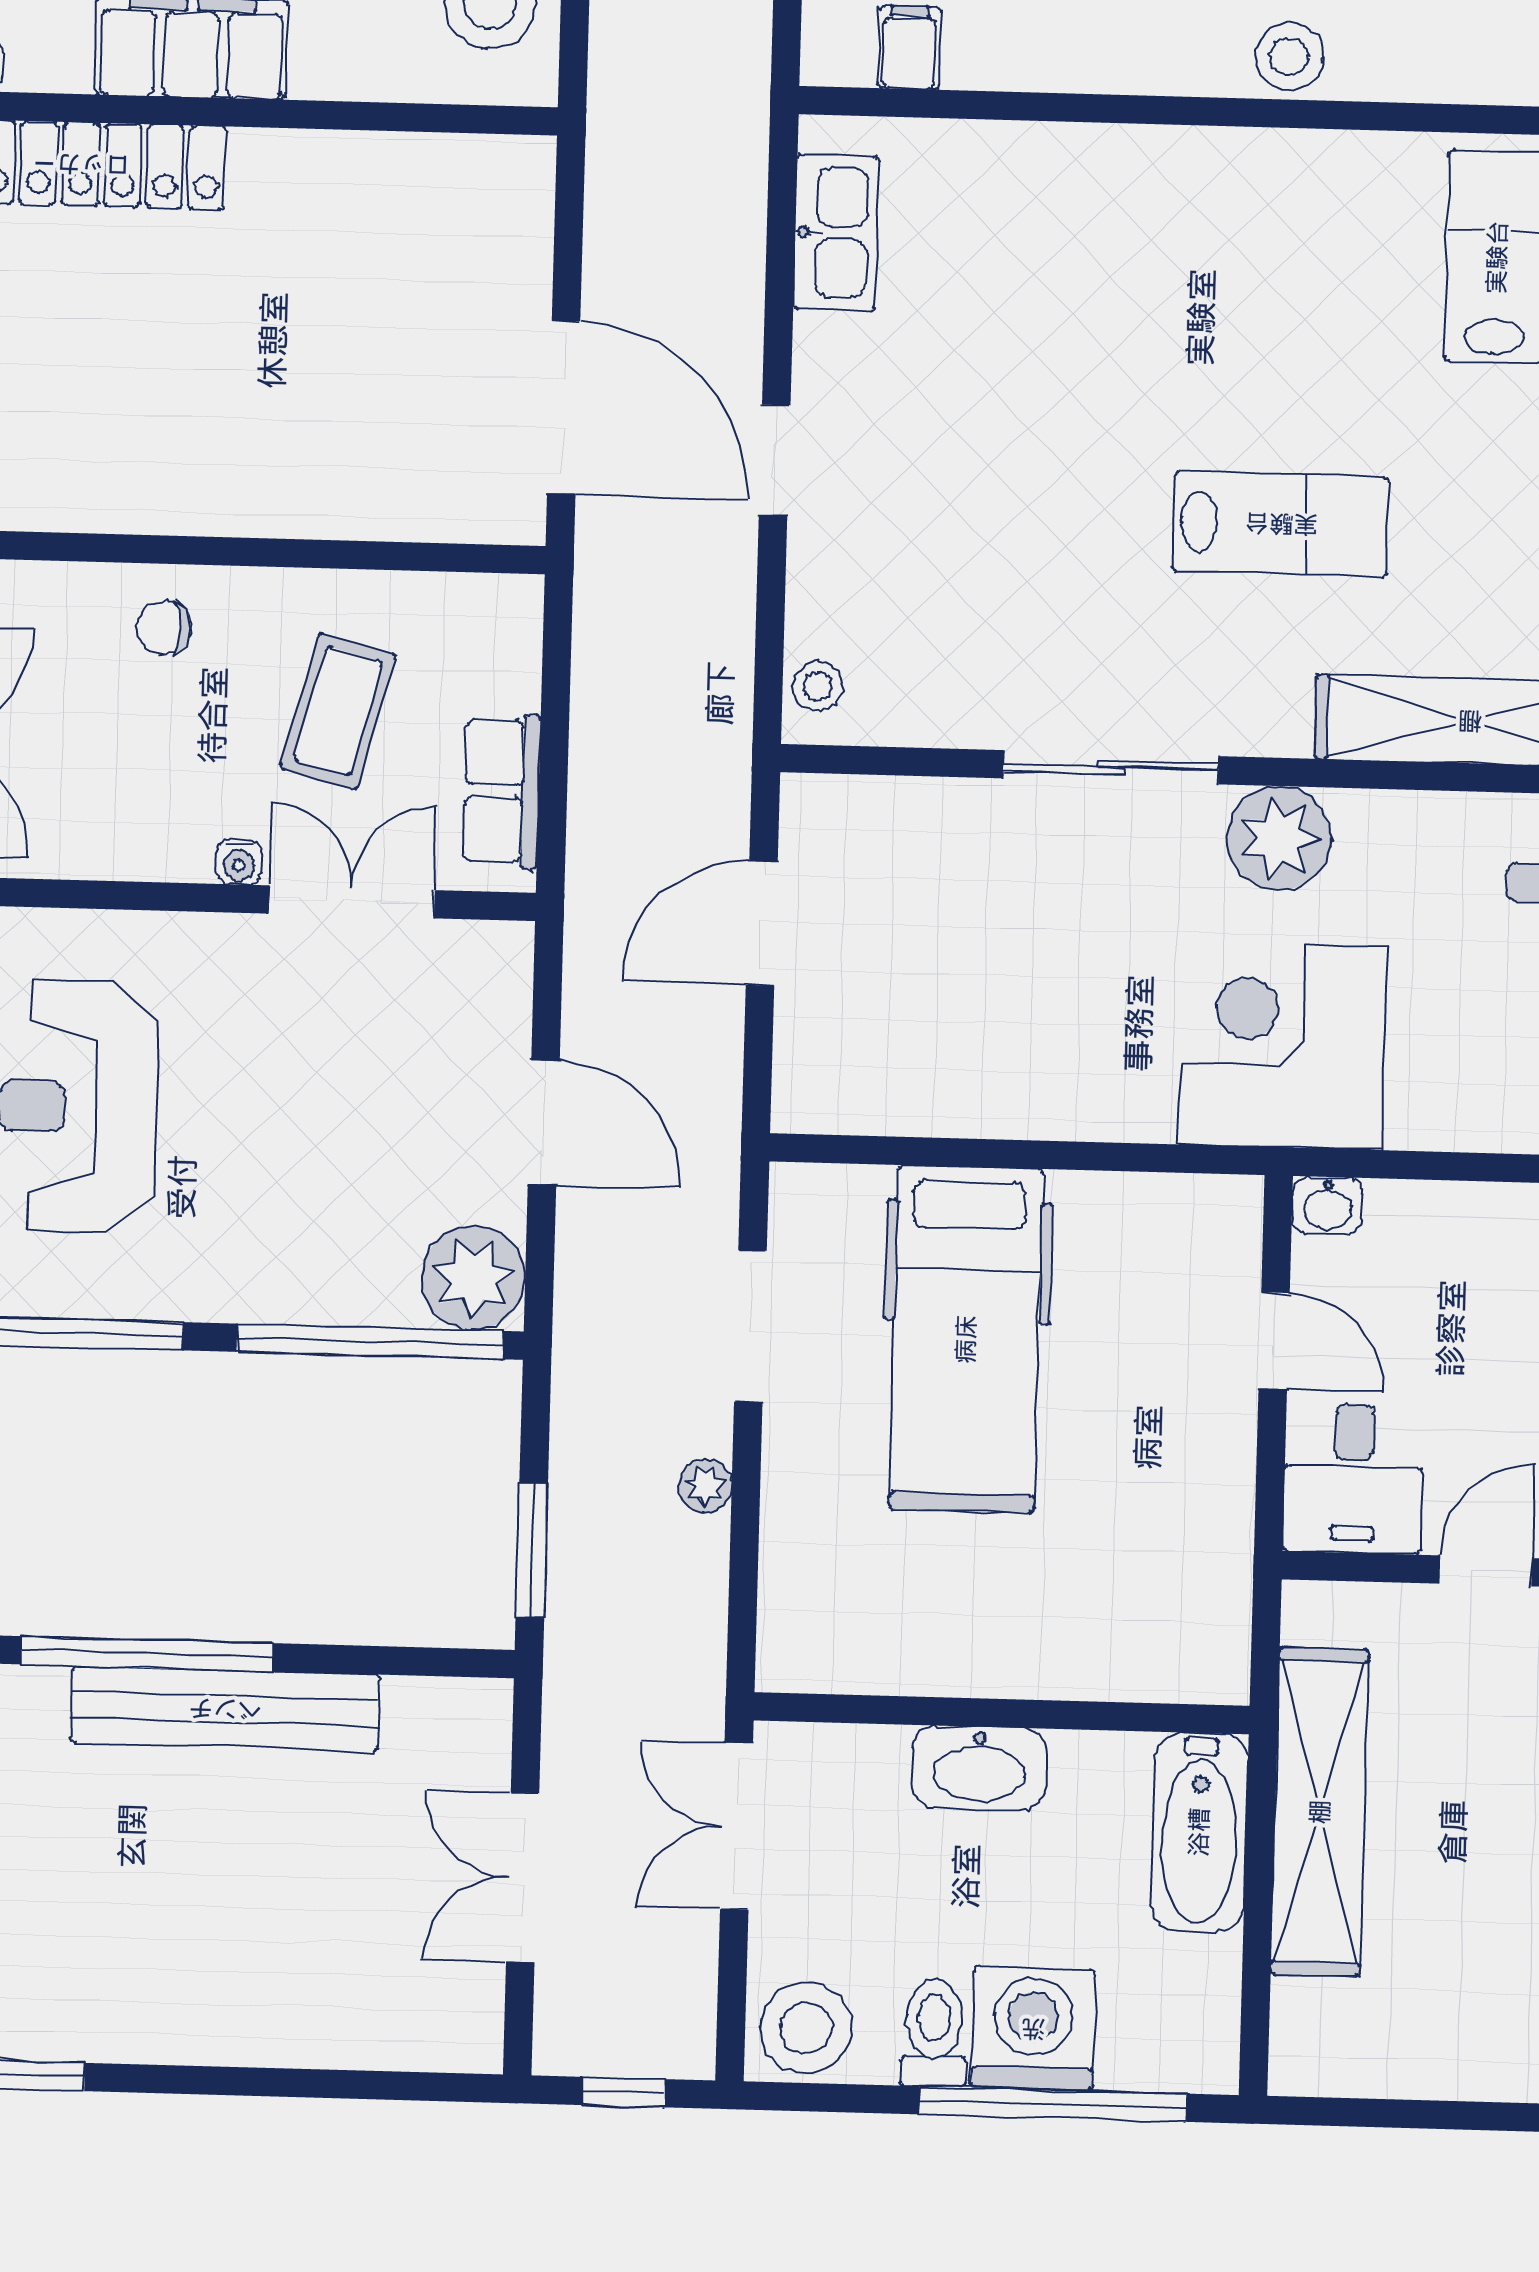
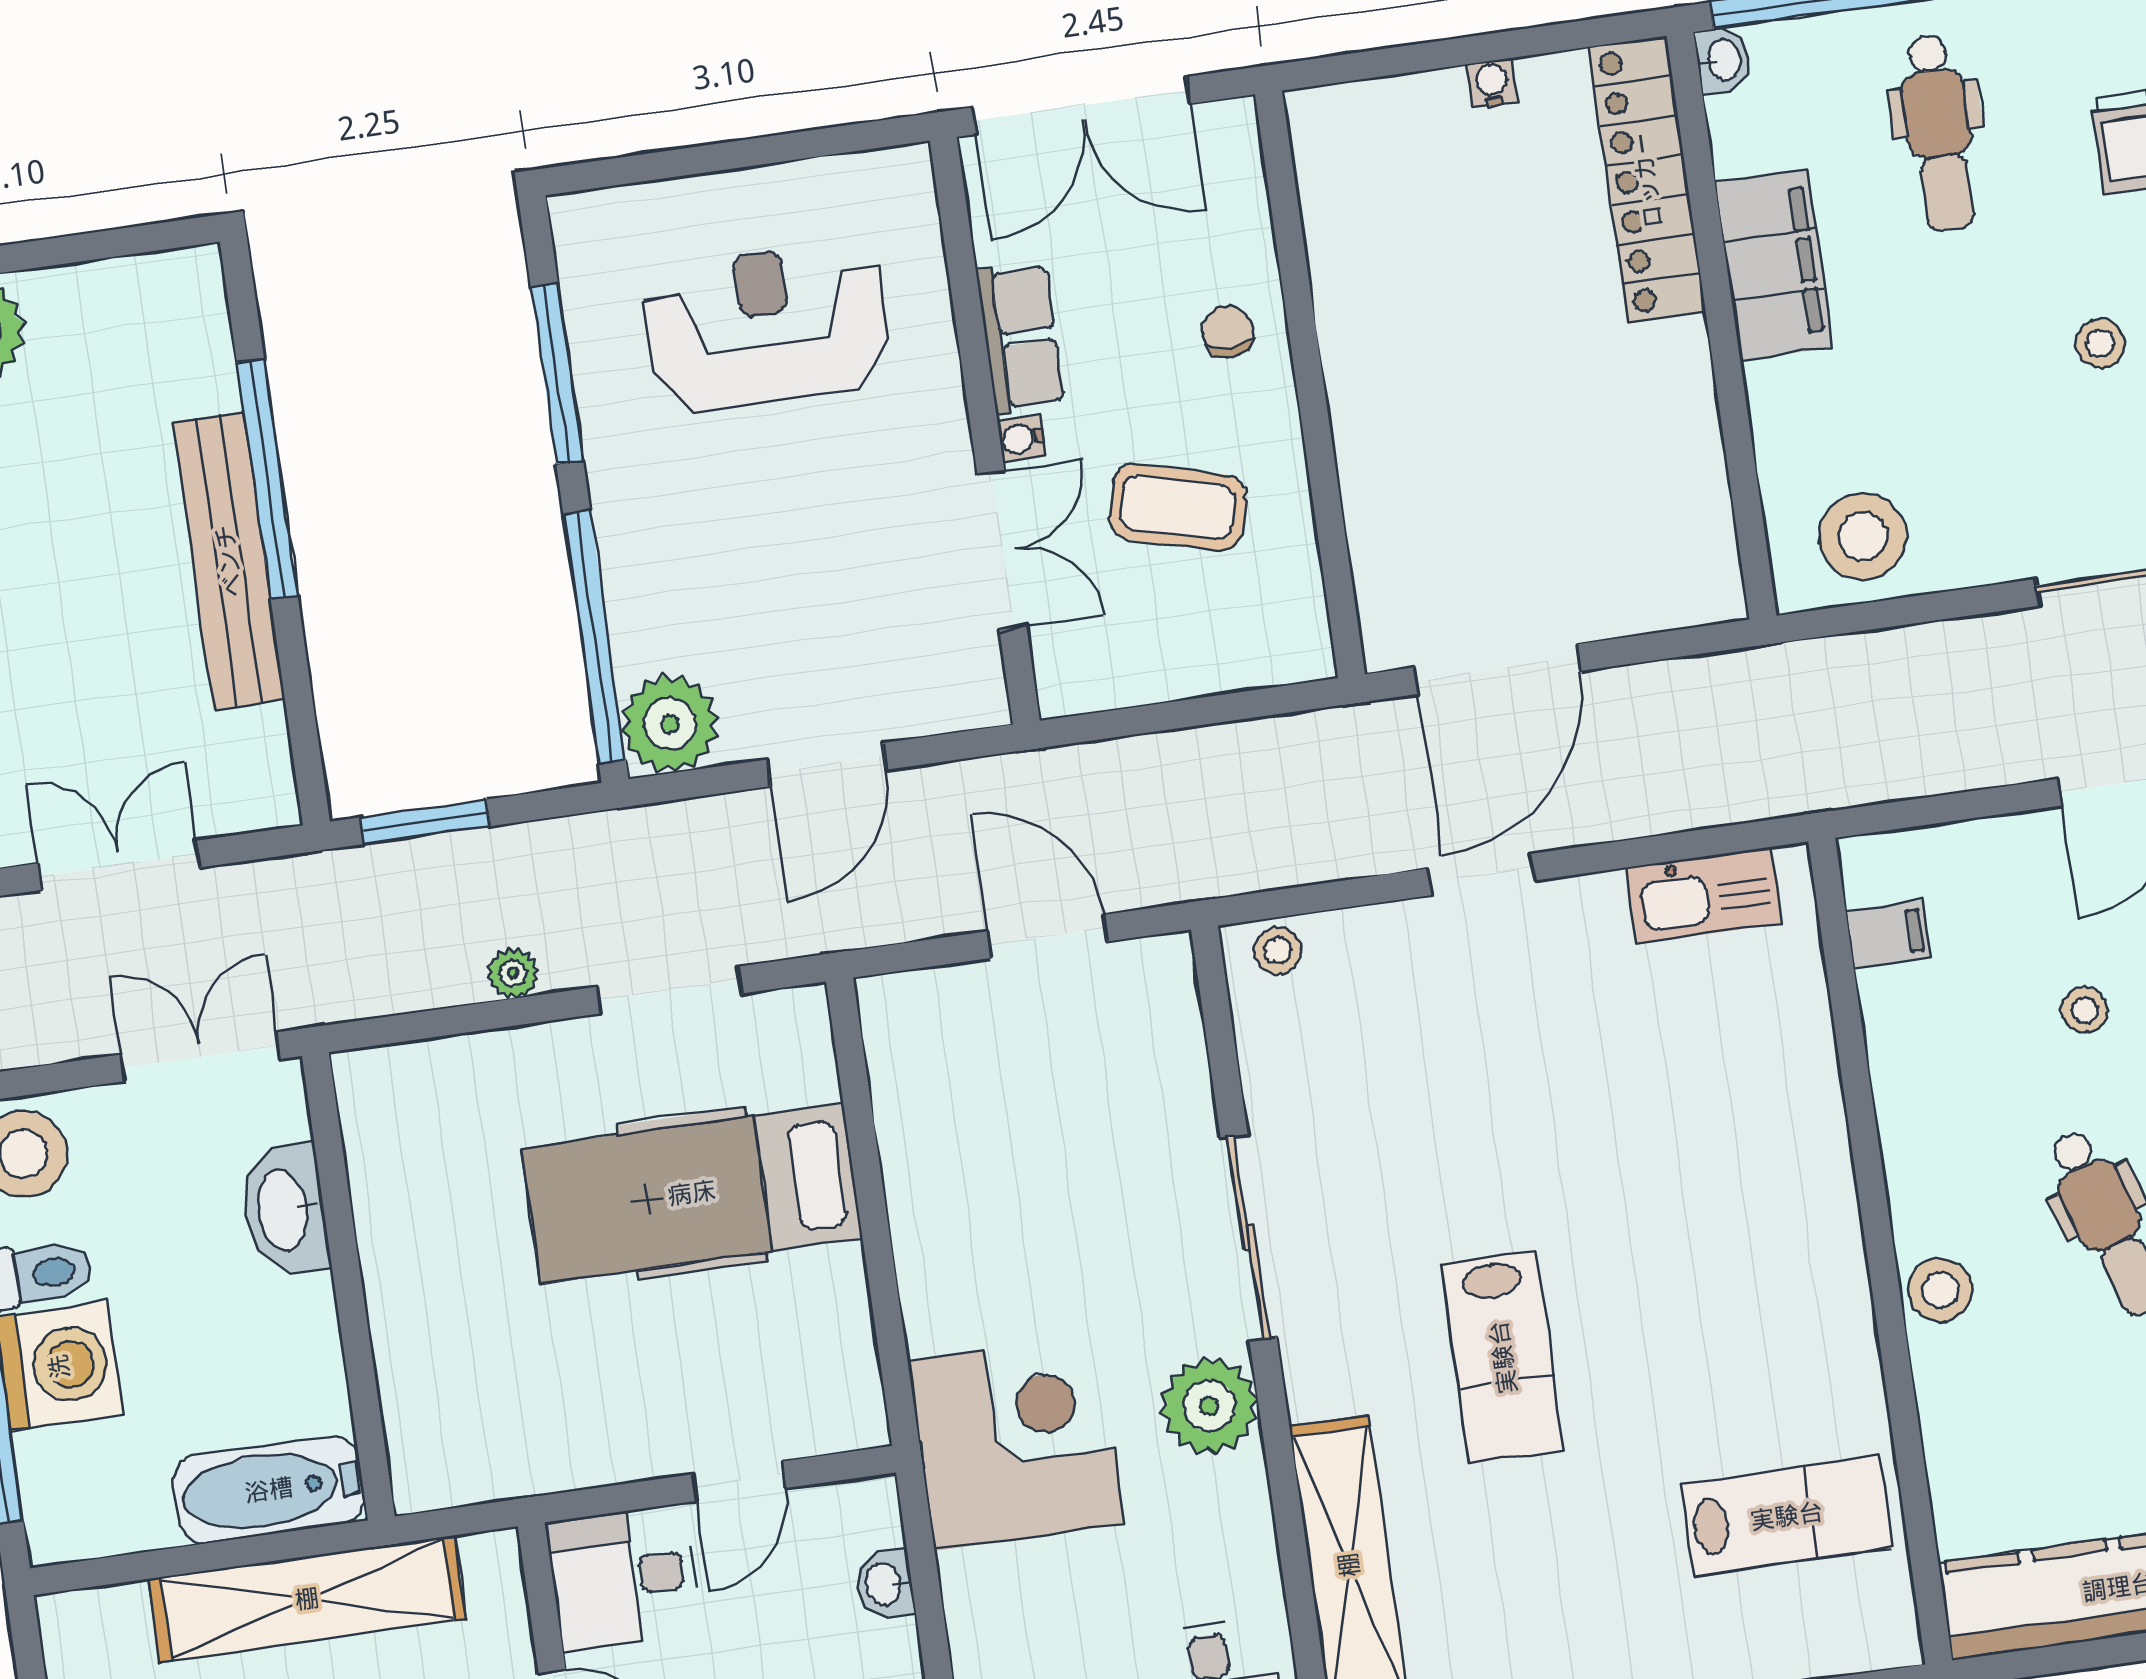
row of seats: (502, 791) -> (1021, 338), moved, turned 90
washbasin: (1327, 1206) -> (885, 1584), moved
washbasin: (979, 1768) -> (285, 1210), moved

